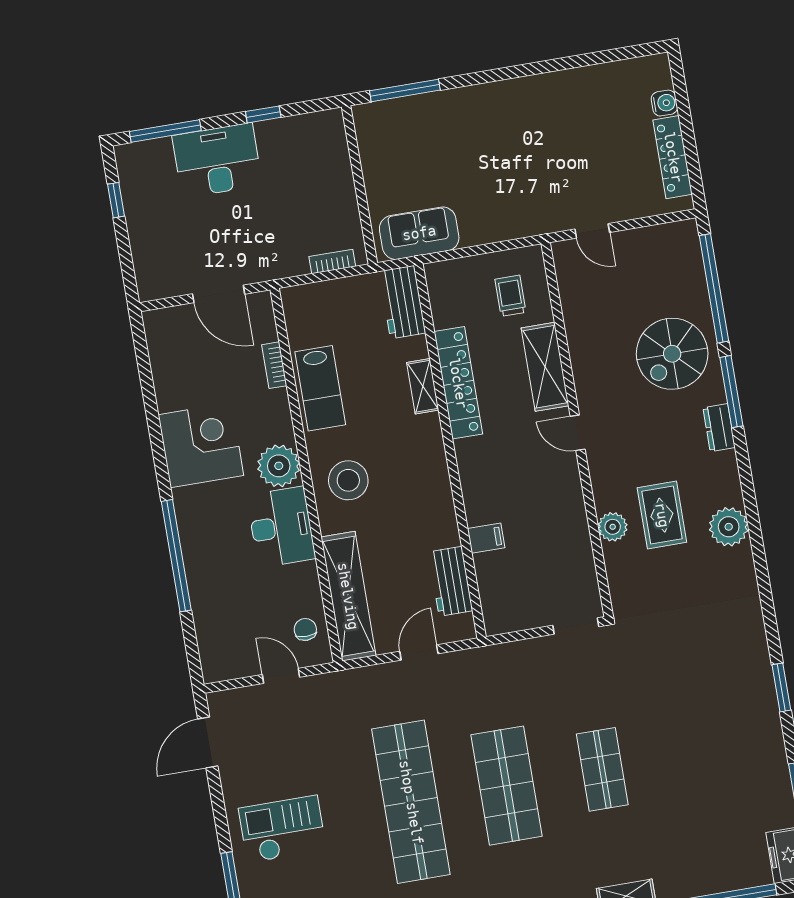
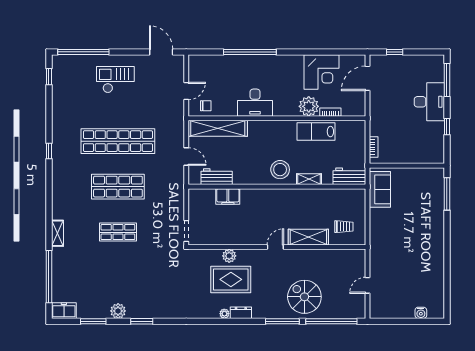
locker: (673, 157) -> (395, 312), removed
window: (116, 200) -> (395, 52), moved
door: (592, 231) -> (368, 285), moved
door: (219, 294) -> (368, 78), moved
locker: (458, 383) -> (308, 196), removed
dresser: (719, 428) -> (241, 313), moved
corner desk: (201, 445) -> (321, 72), moved
plant: (279, 466) -> (309, 106), moved
stool: (348, 480) -> (280, 170), moved
rug: (662, 515) -> (231, 279), width x1.36, depth x1.43
plant: (729, 527) -> (224, 314), width x0.53, depth x0.53
filing cabinet: (486, 538) -> (228, 196), width x2.00
plant: (768, 741) -> (118, 311), added
checkout: (282, 829) -> (115, 80), turned -90

